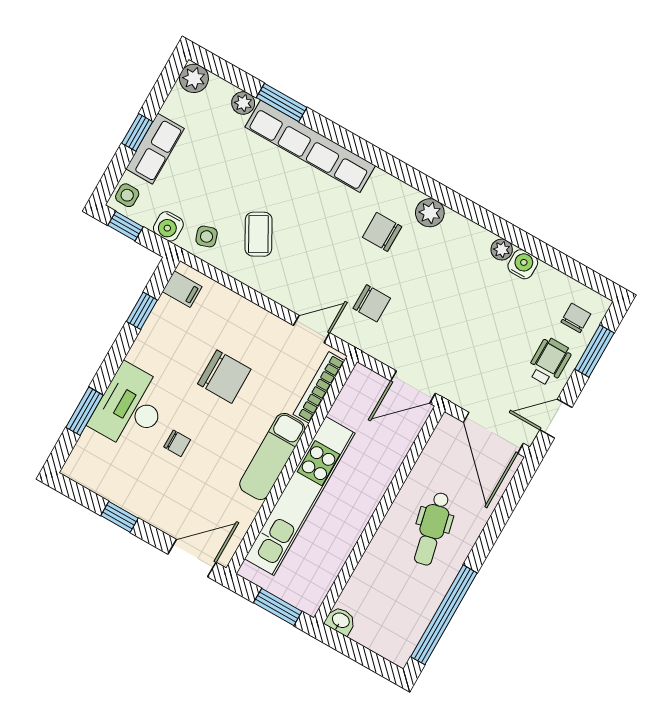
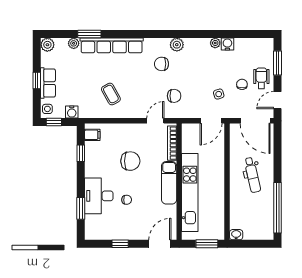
side table: (207, 236) -> (219, 94), moved
chair: (576, 318) -> (242, 84), moved

